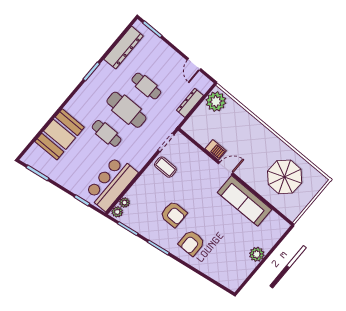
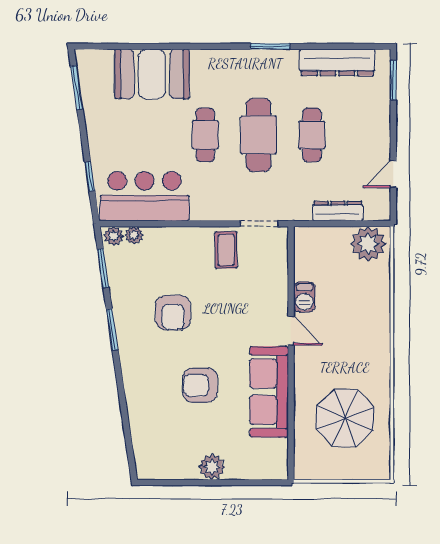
armchair: (192, 243) -> (200, 385), moved

